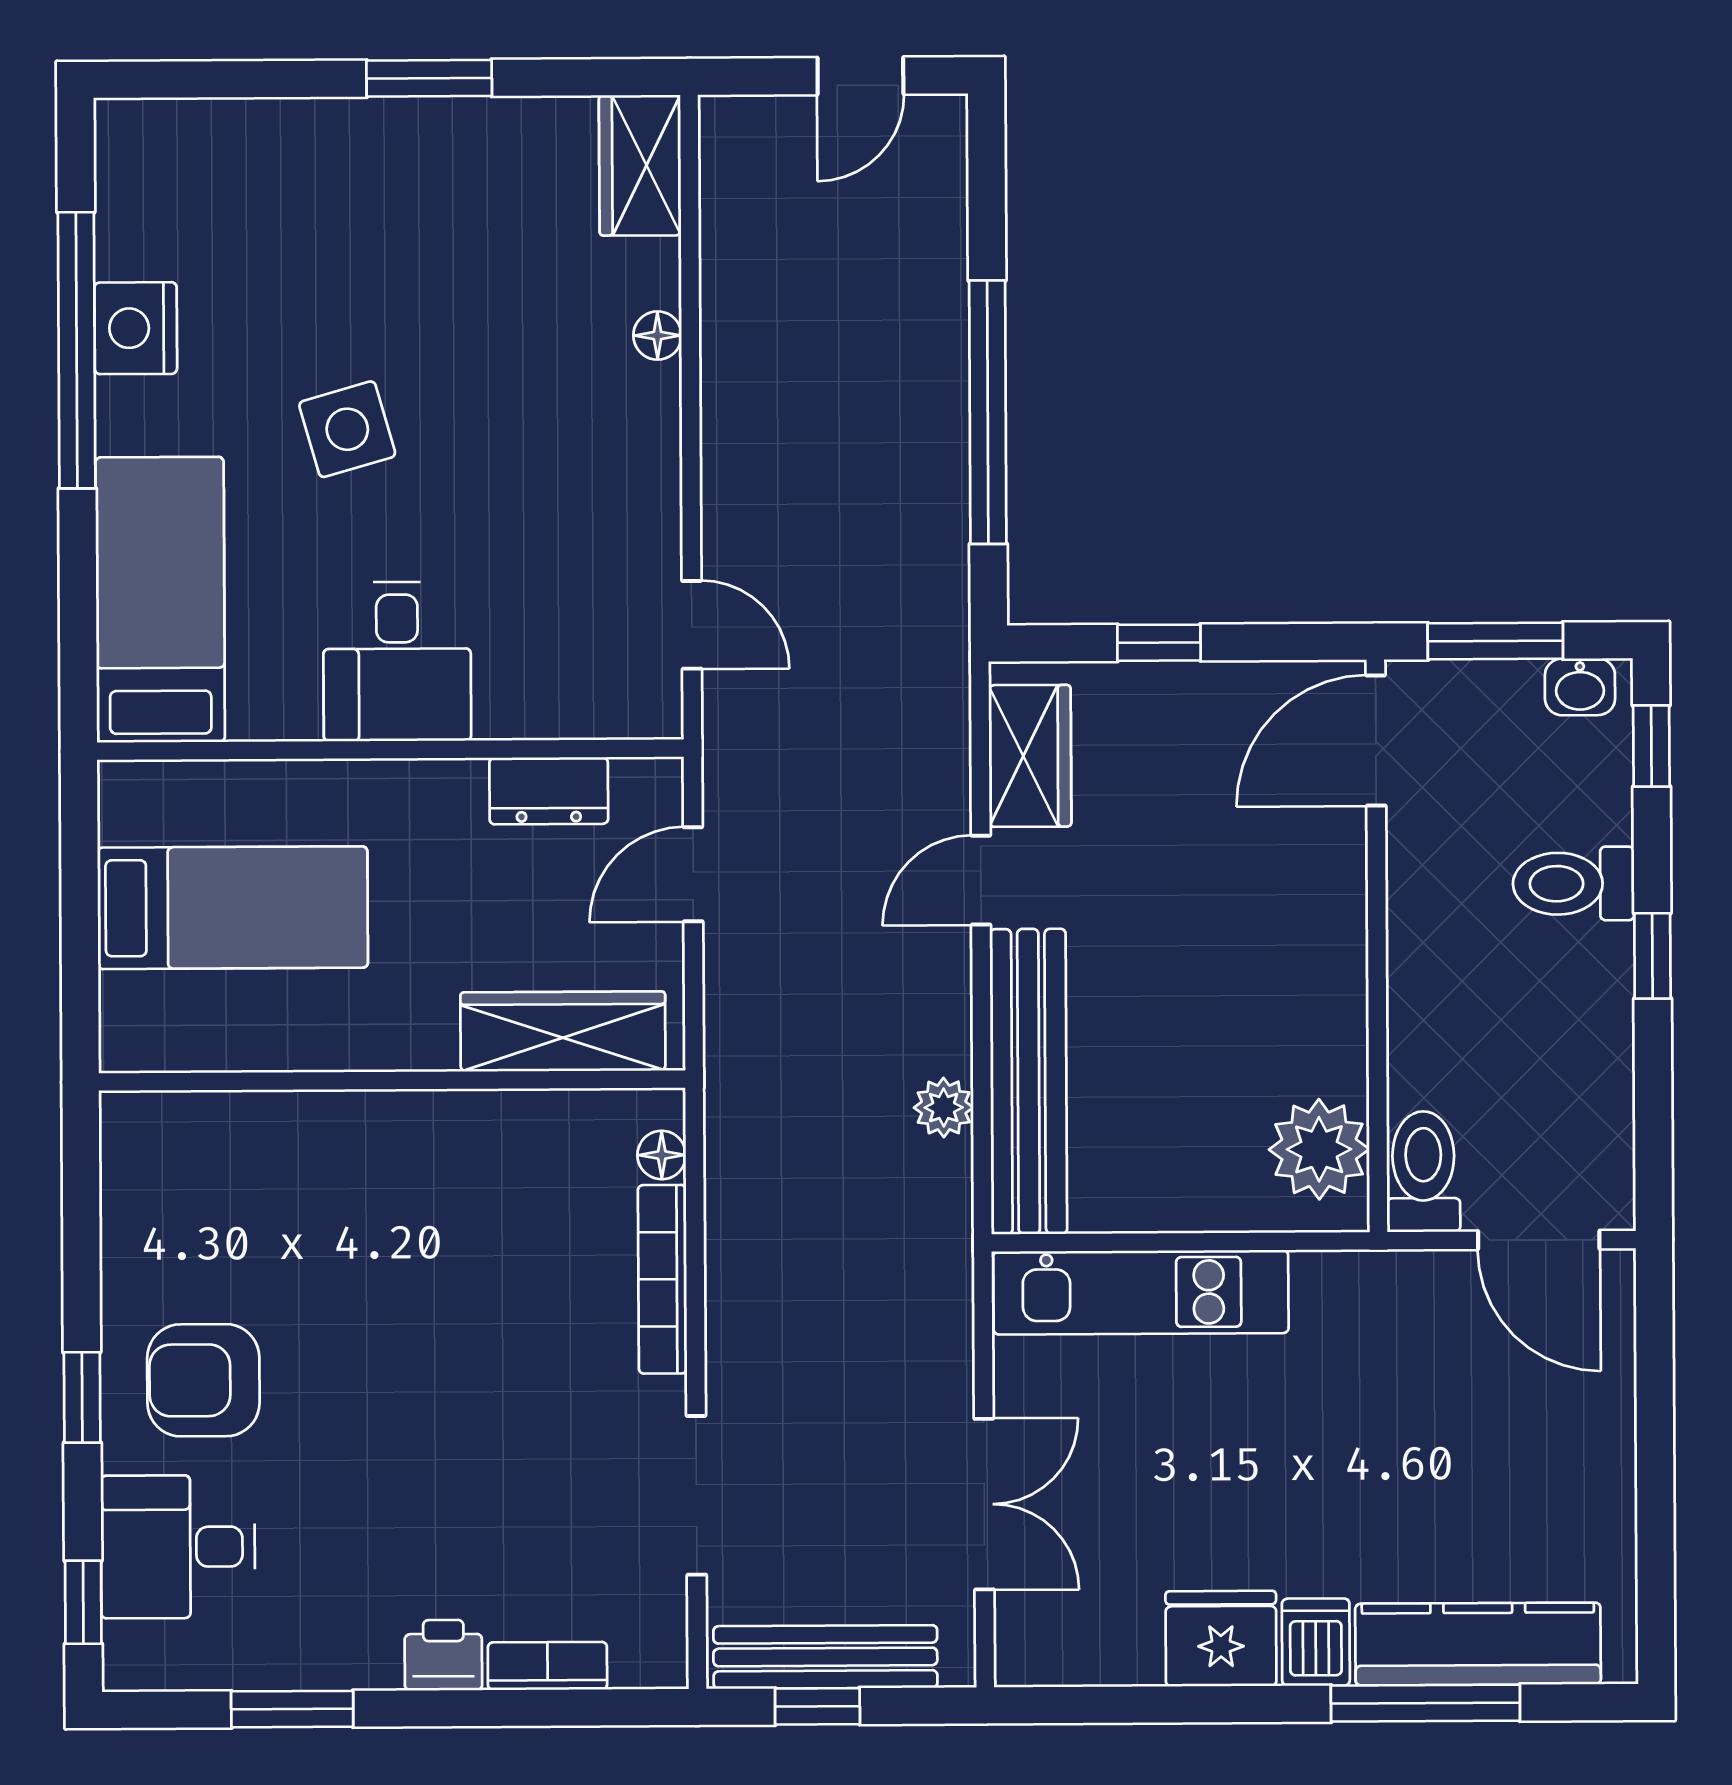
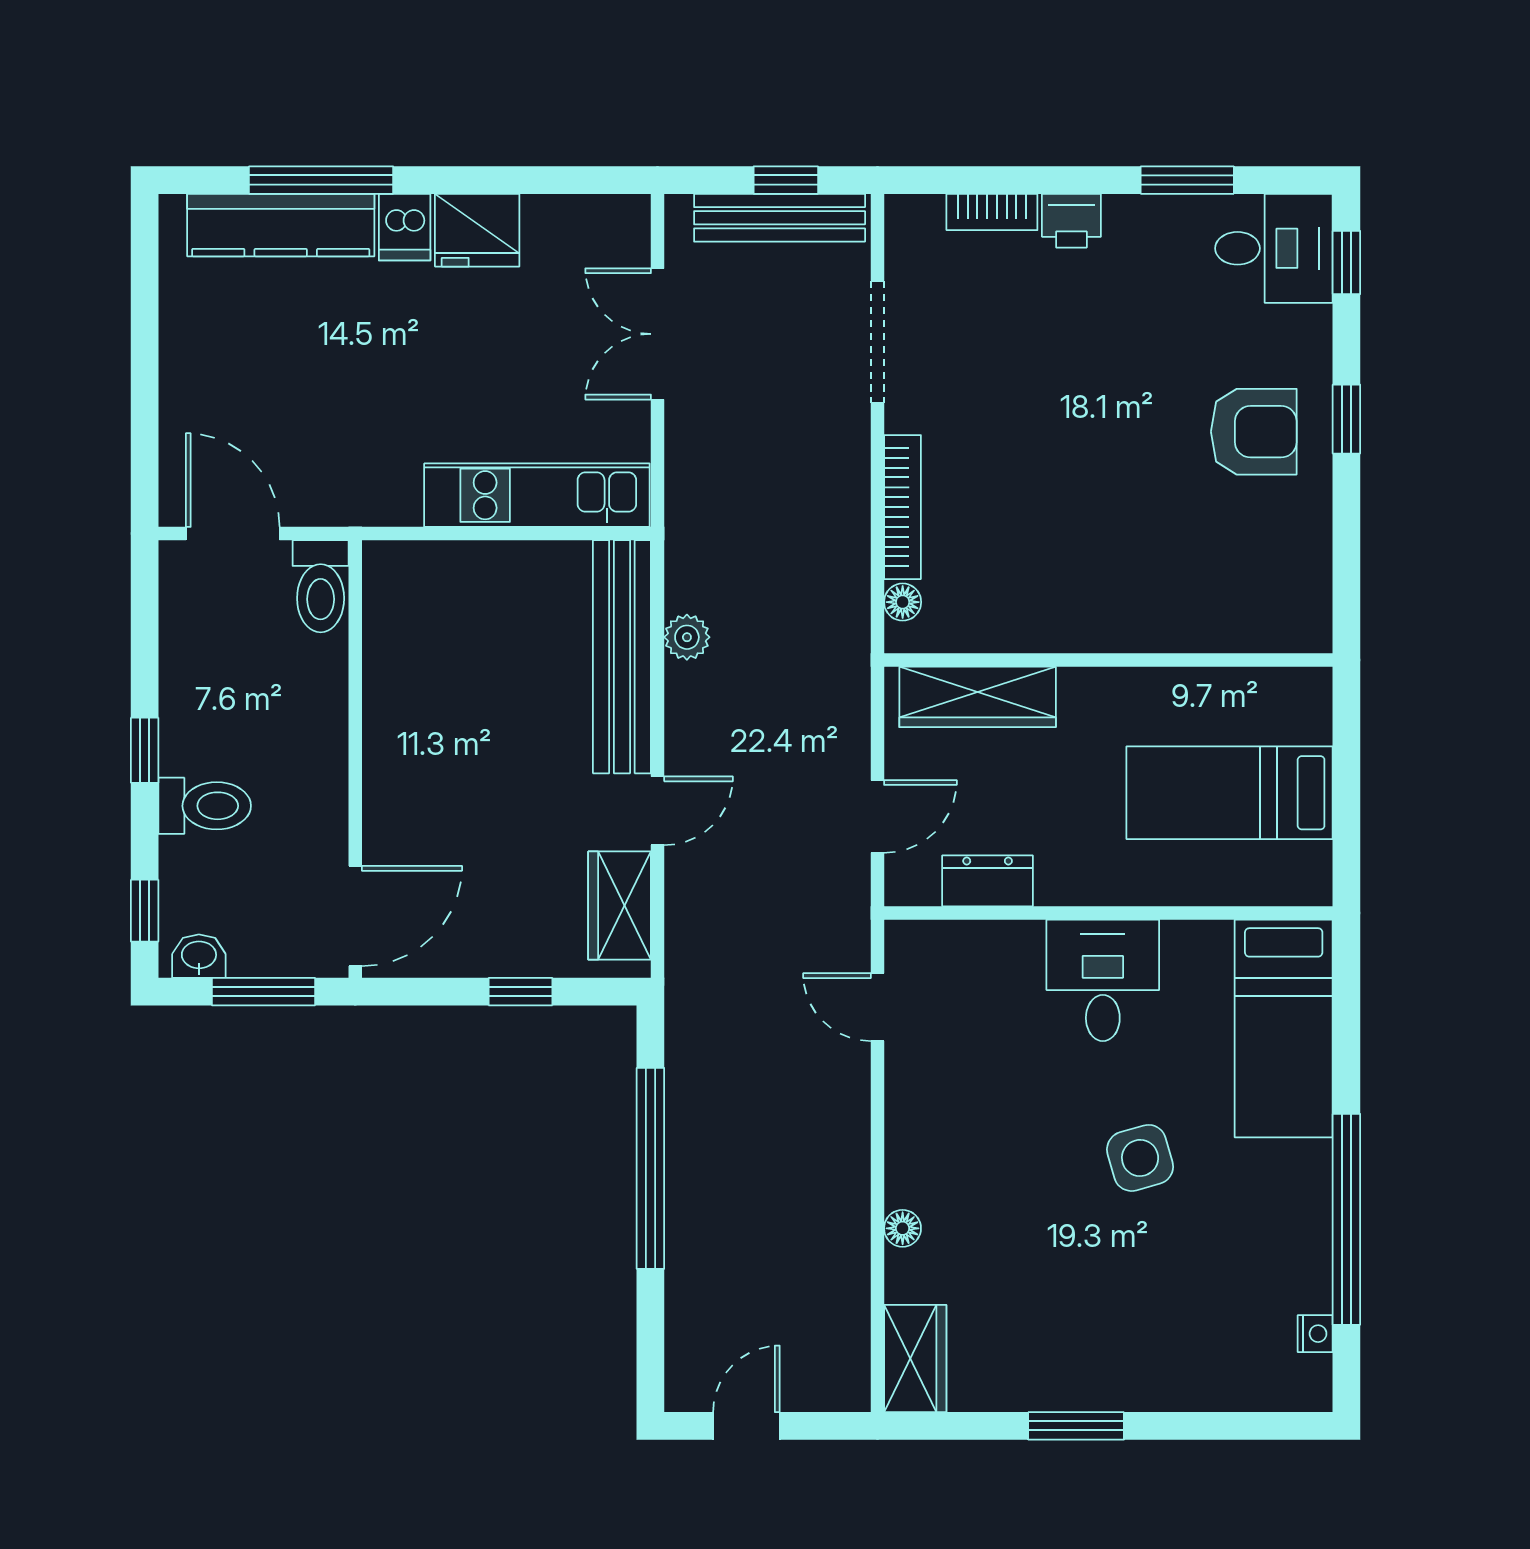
nightstand: (136, 328) -> (1315, 1334), moved, width x0.53, depth x0.56
plant: (1319, 1149) -> (400, 604), removed
desk: (178, 1547) -> (1274, 248), moved

